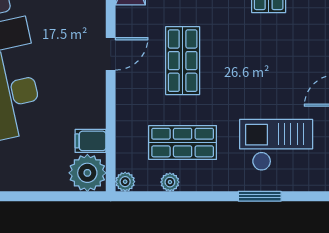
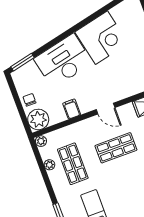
filing cabinet: (90, 141) -> (72, 109), moved
chair: (49, 175) -> (29, 100), added

